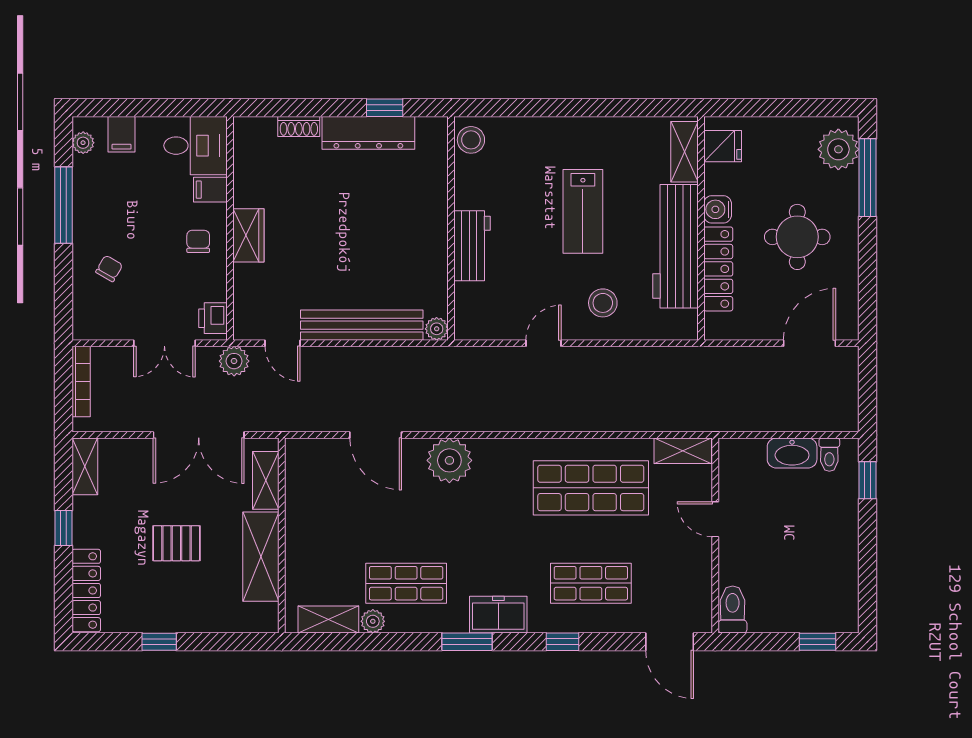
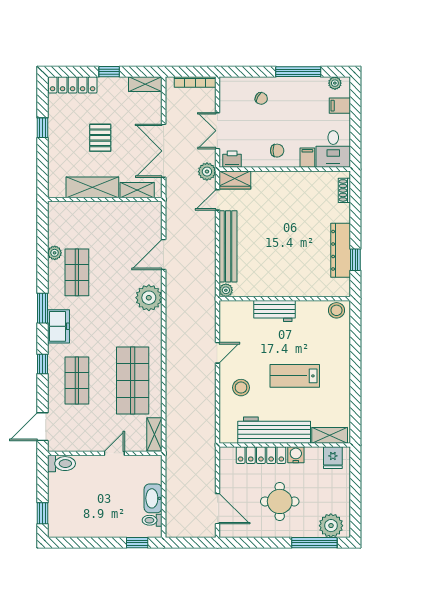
shoe rack: (299, 126) -> (344, 190), moved
wardrobe: (248, 235) -> (235, 180), moved
door: (544, 343) -> (217, 353), hinge flipped
shelving: (328, 620) -> (56, 227), removed

